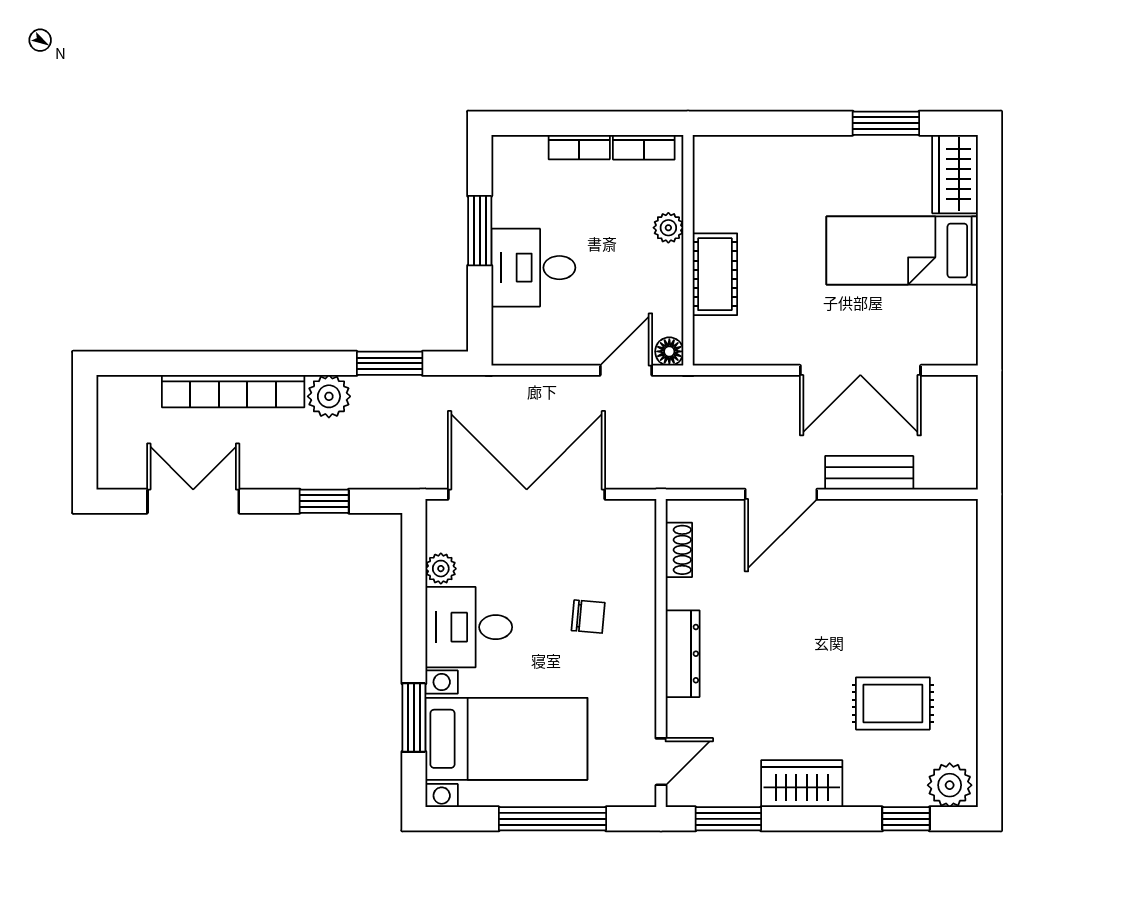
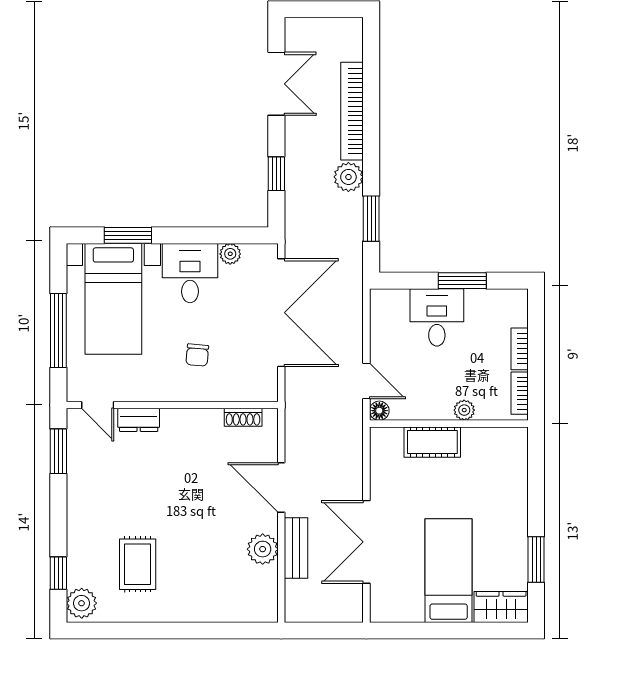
plant: (871, 521) -> (263, 549), added
dresser: (683, 654) -> (139, 420), moved, width x0.70
wardrobe: (802, 784) -> (83, 502), removed

